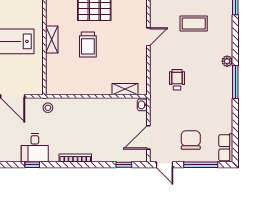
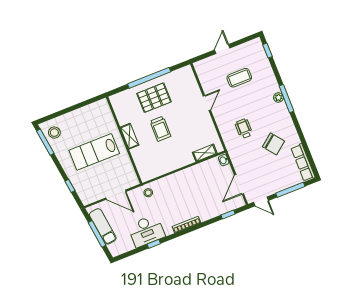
window: (235, 82) -> (287, 99), moved
chair: (191, 140) -> (273, 144), moved, turned 142
desk: (35, 148) -> (146, 231), width x1.37
row of seats: (226, 148) -> (303, 163), width x1.48

